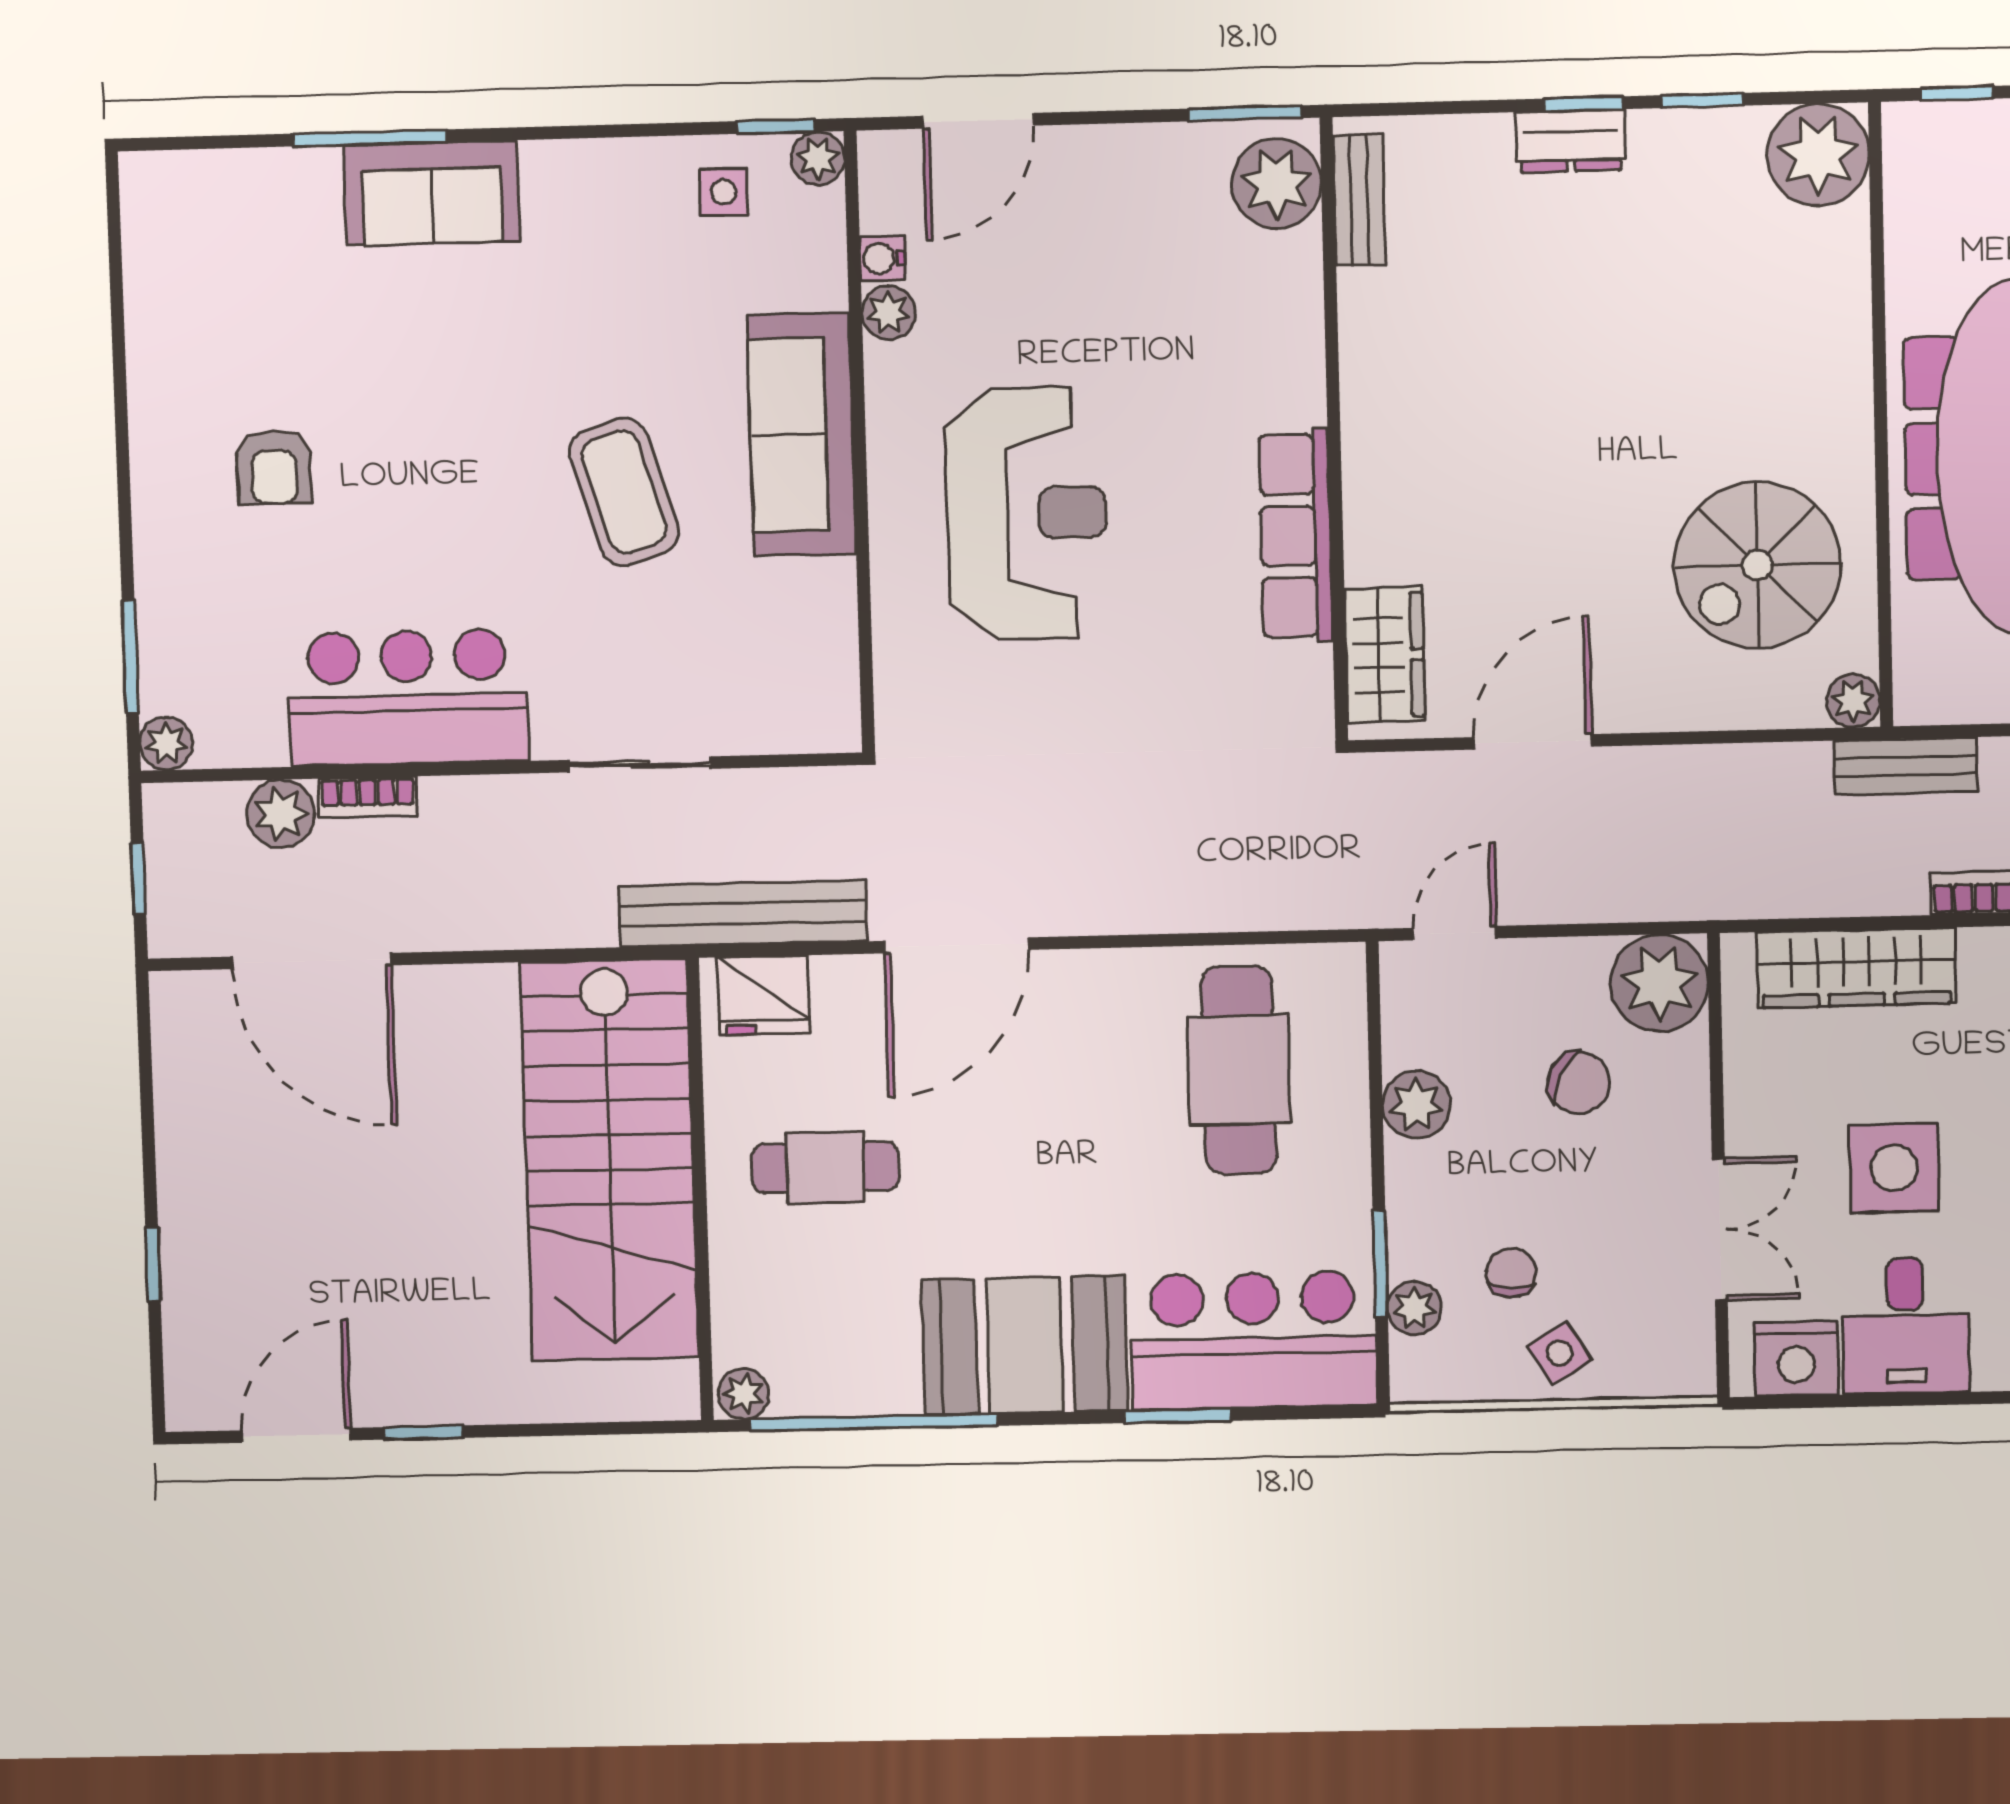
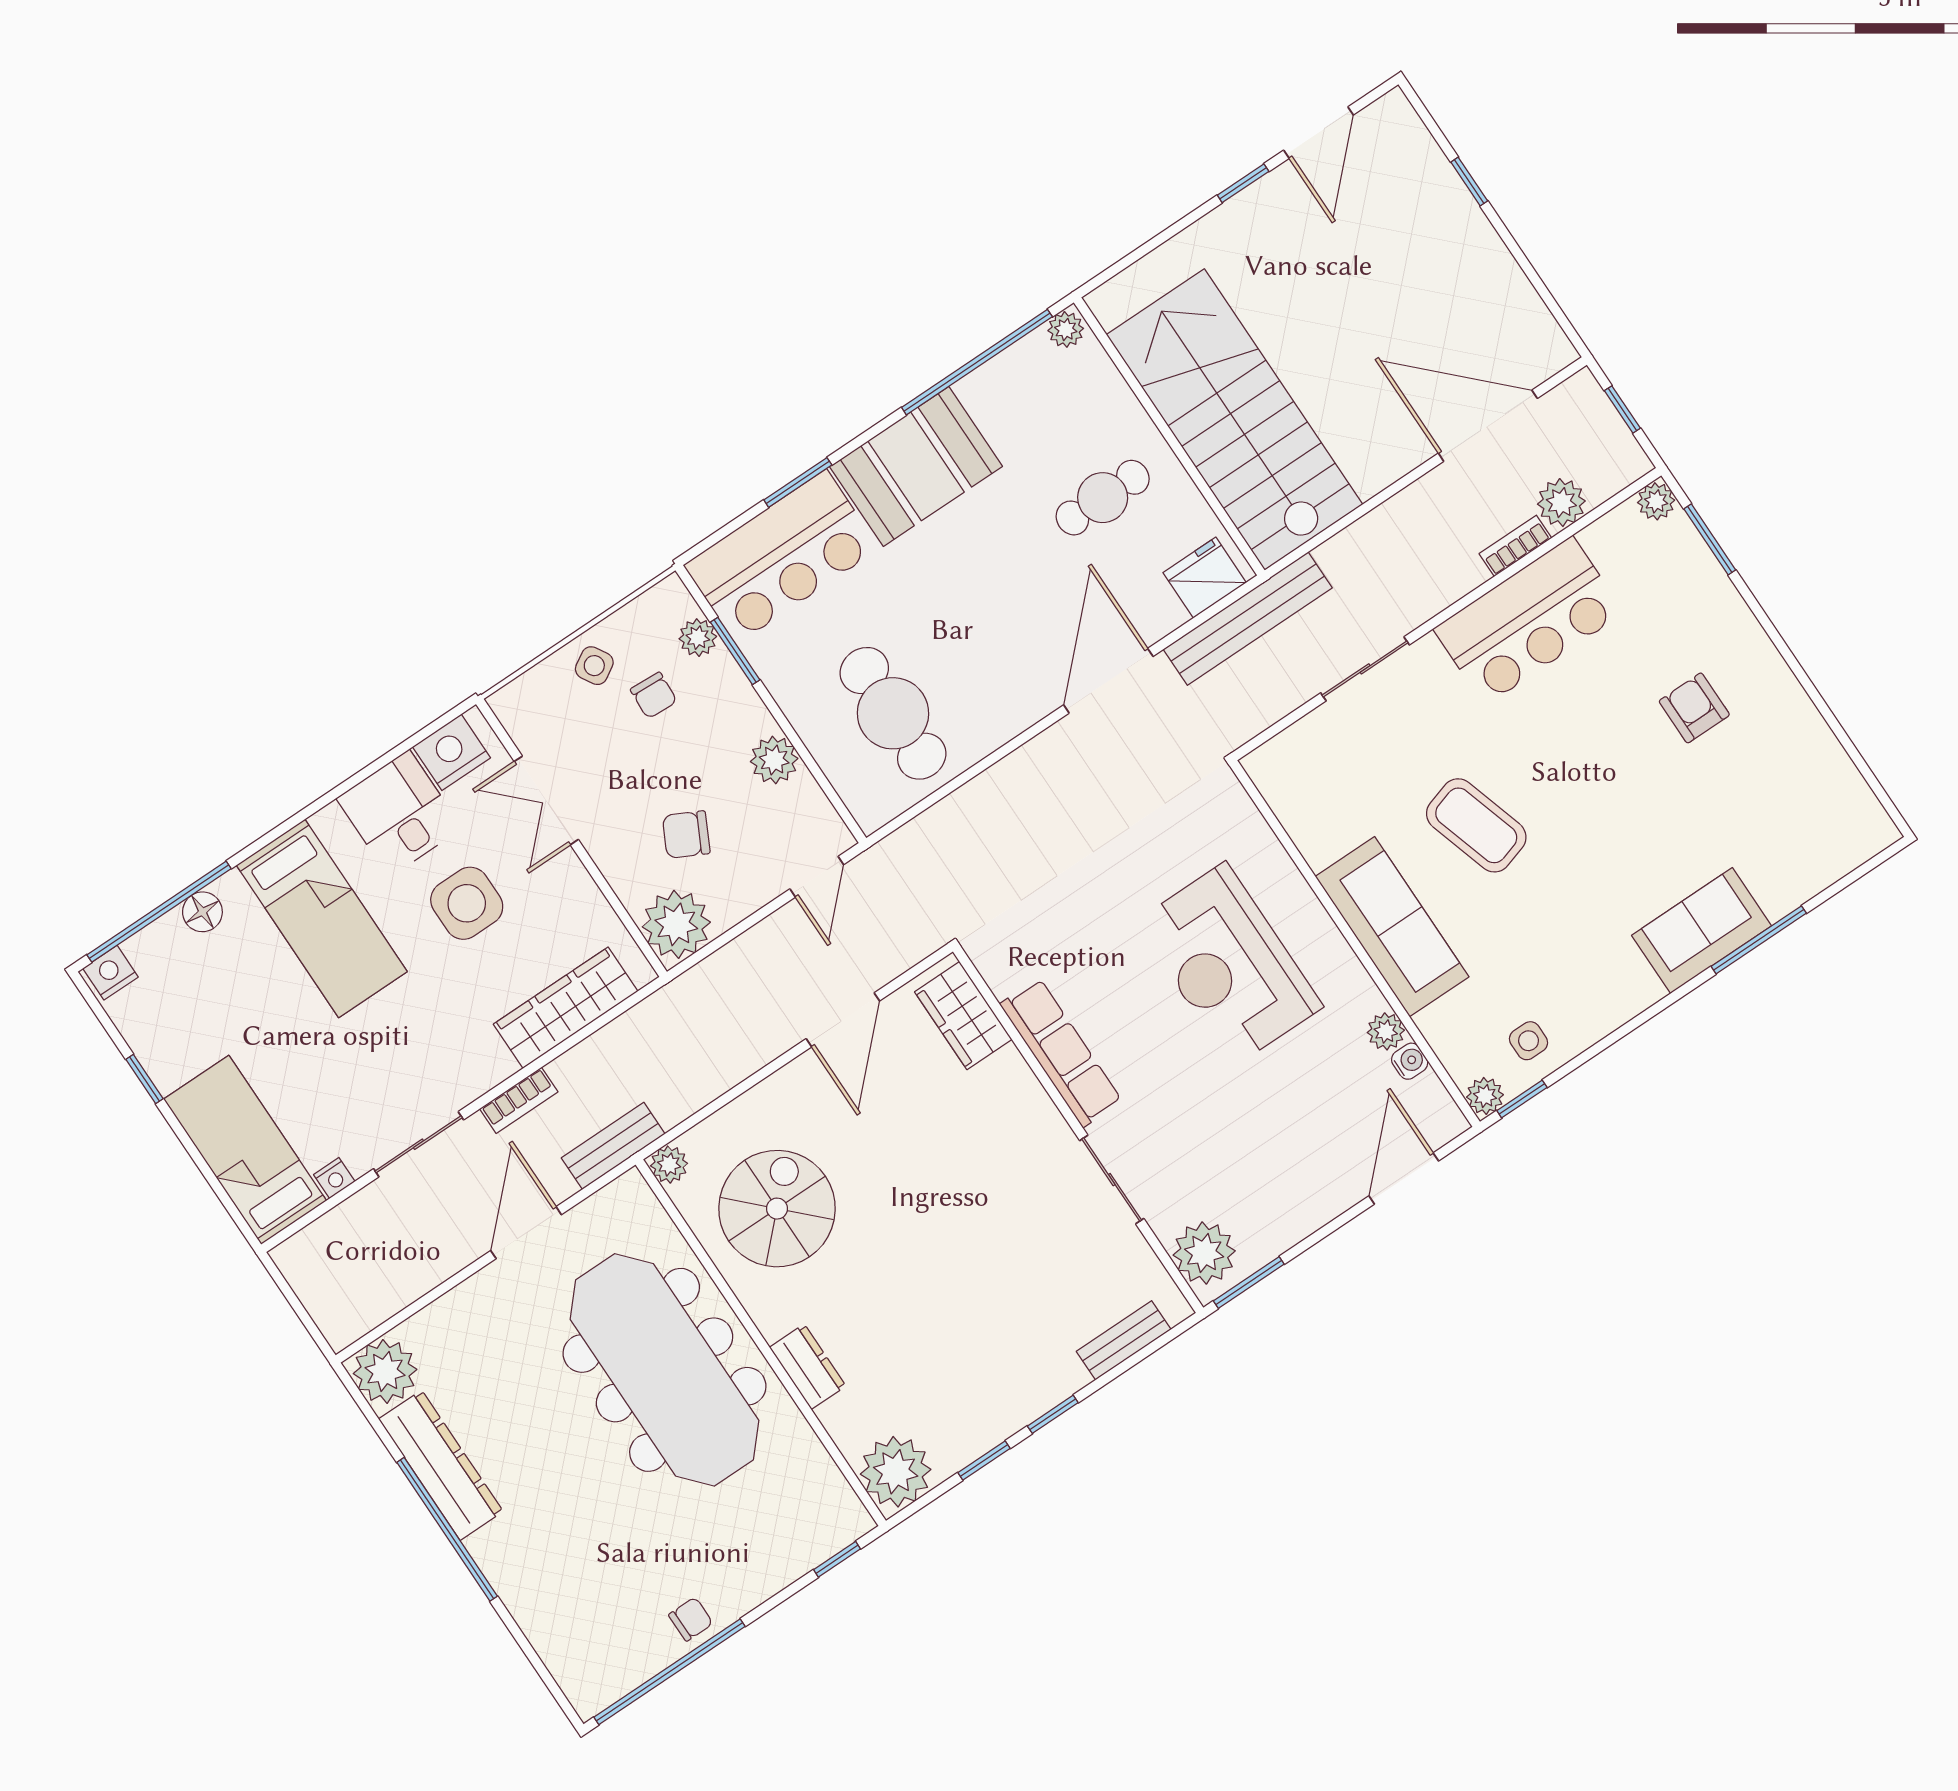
dresser: (1571, 141) -> (808, 1367), moved, turned 90
bench: (1359, 200) -> (1124, 1340), moved, turned 90
sliding door: (1332, 344) -> (1112, 1180), added

